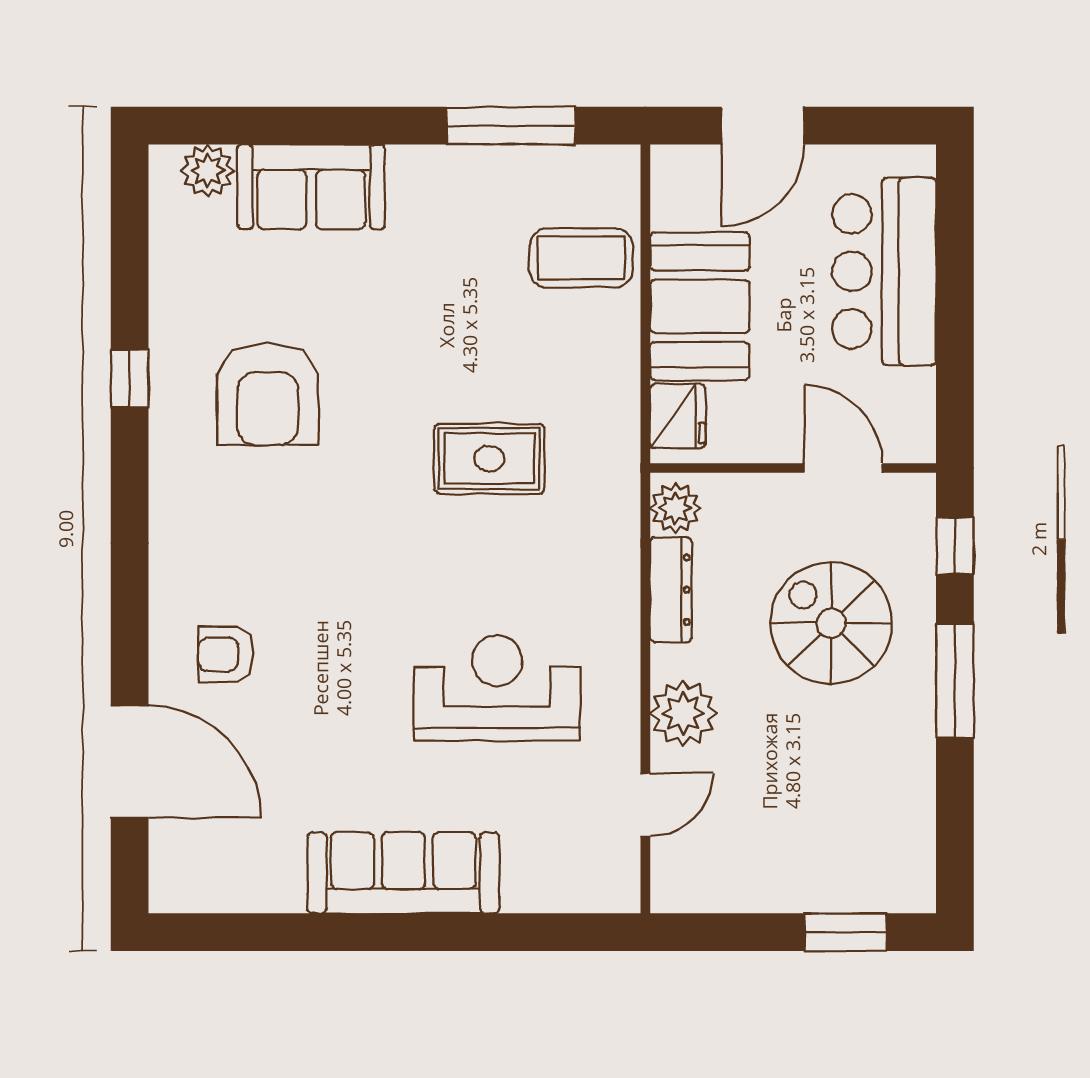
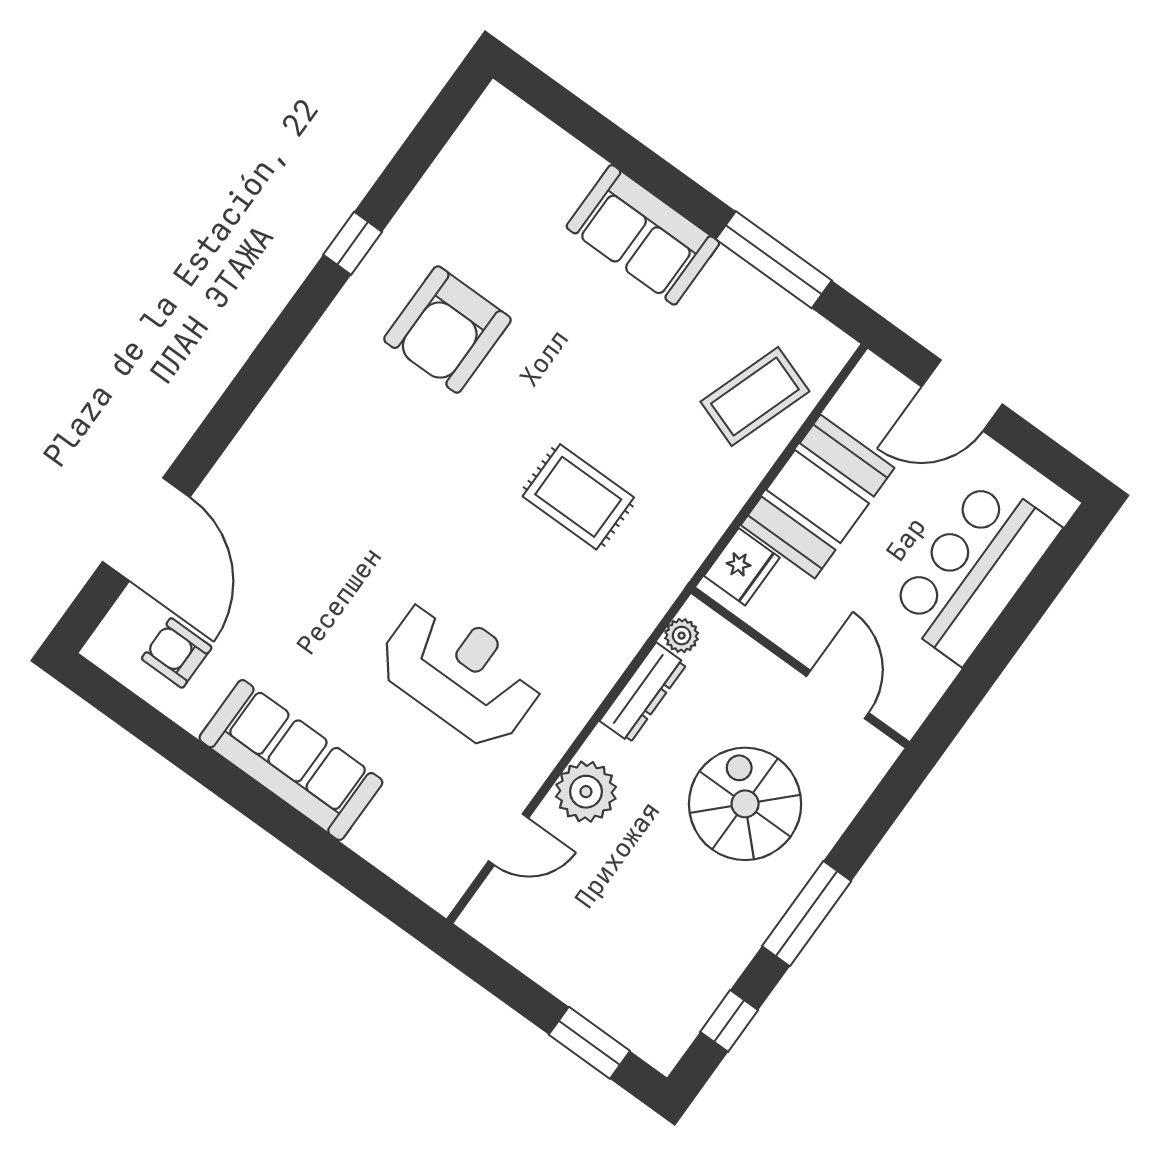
plant: (208, 171) -> (523, 130), removed
sofa: (311, 187) -> (643, 235), moved
coffee table: (581, 258) -> (755, 397), turned -71
plant: (675, 508) -> (682, 636), width x0.73, depth x0.73
window: (955, 546) -> (729, 1021), moved
armchair: (226, 654) -> (177, 653), moved

